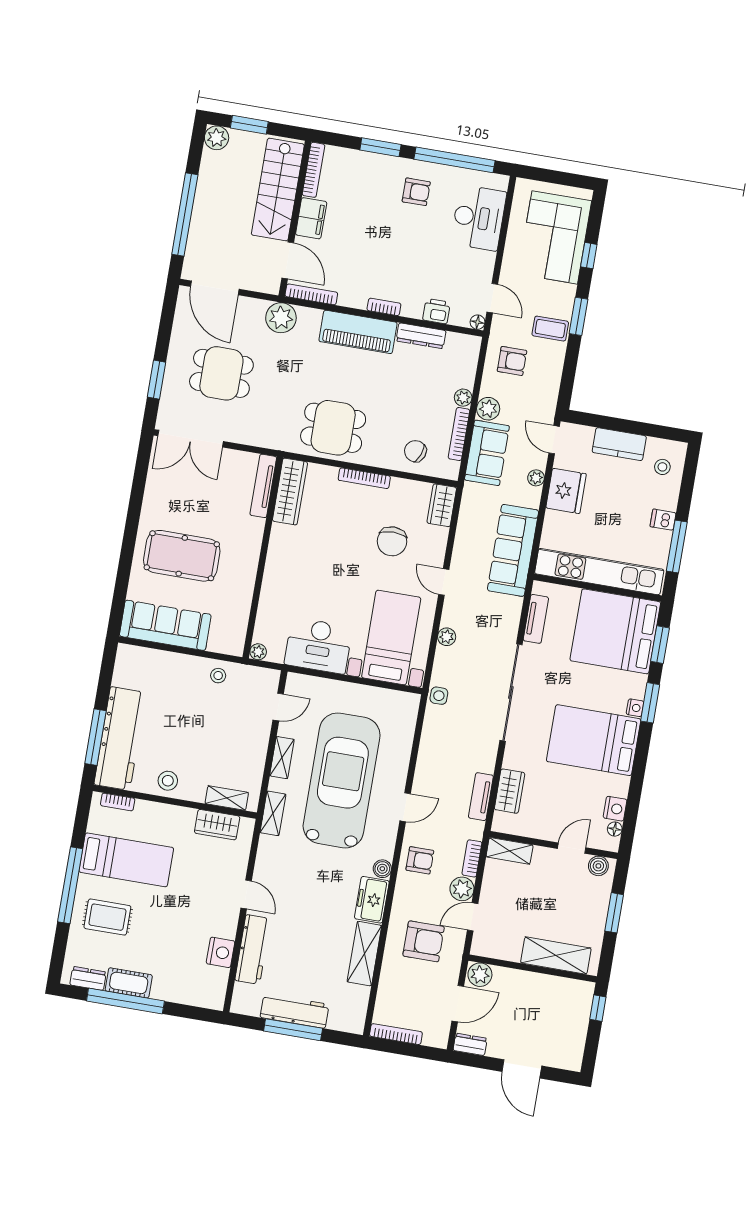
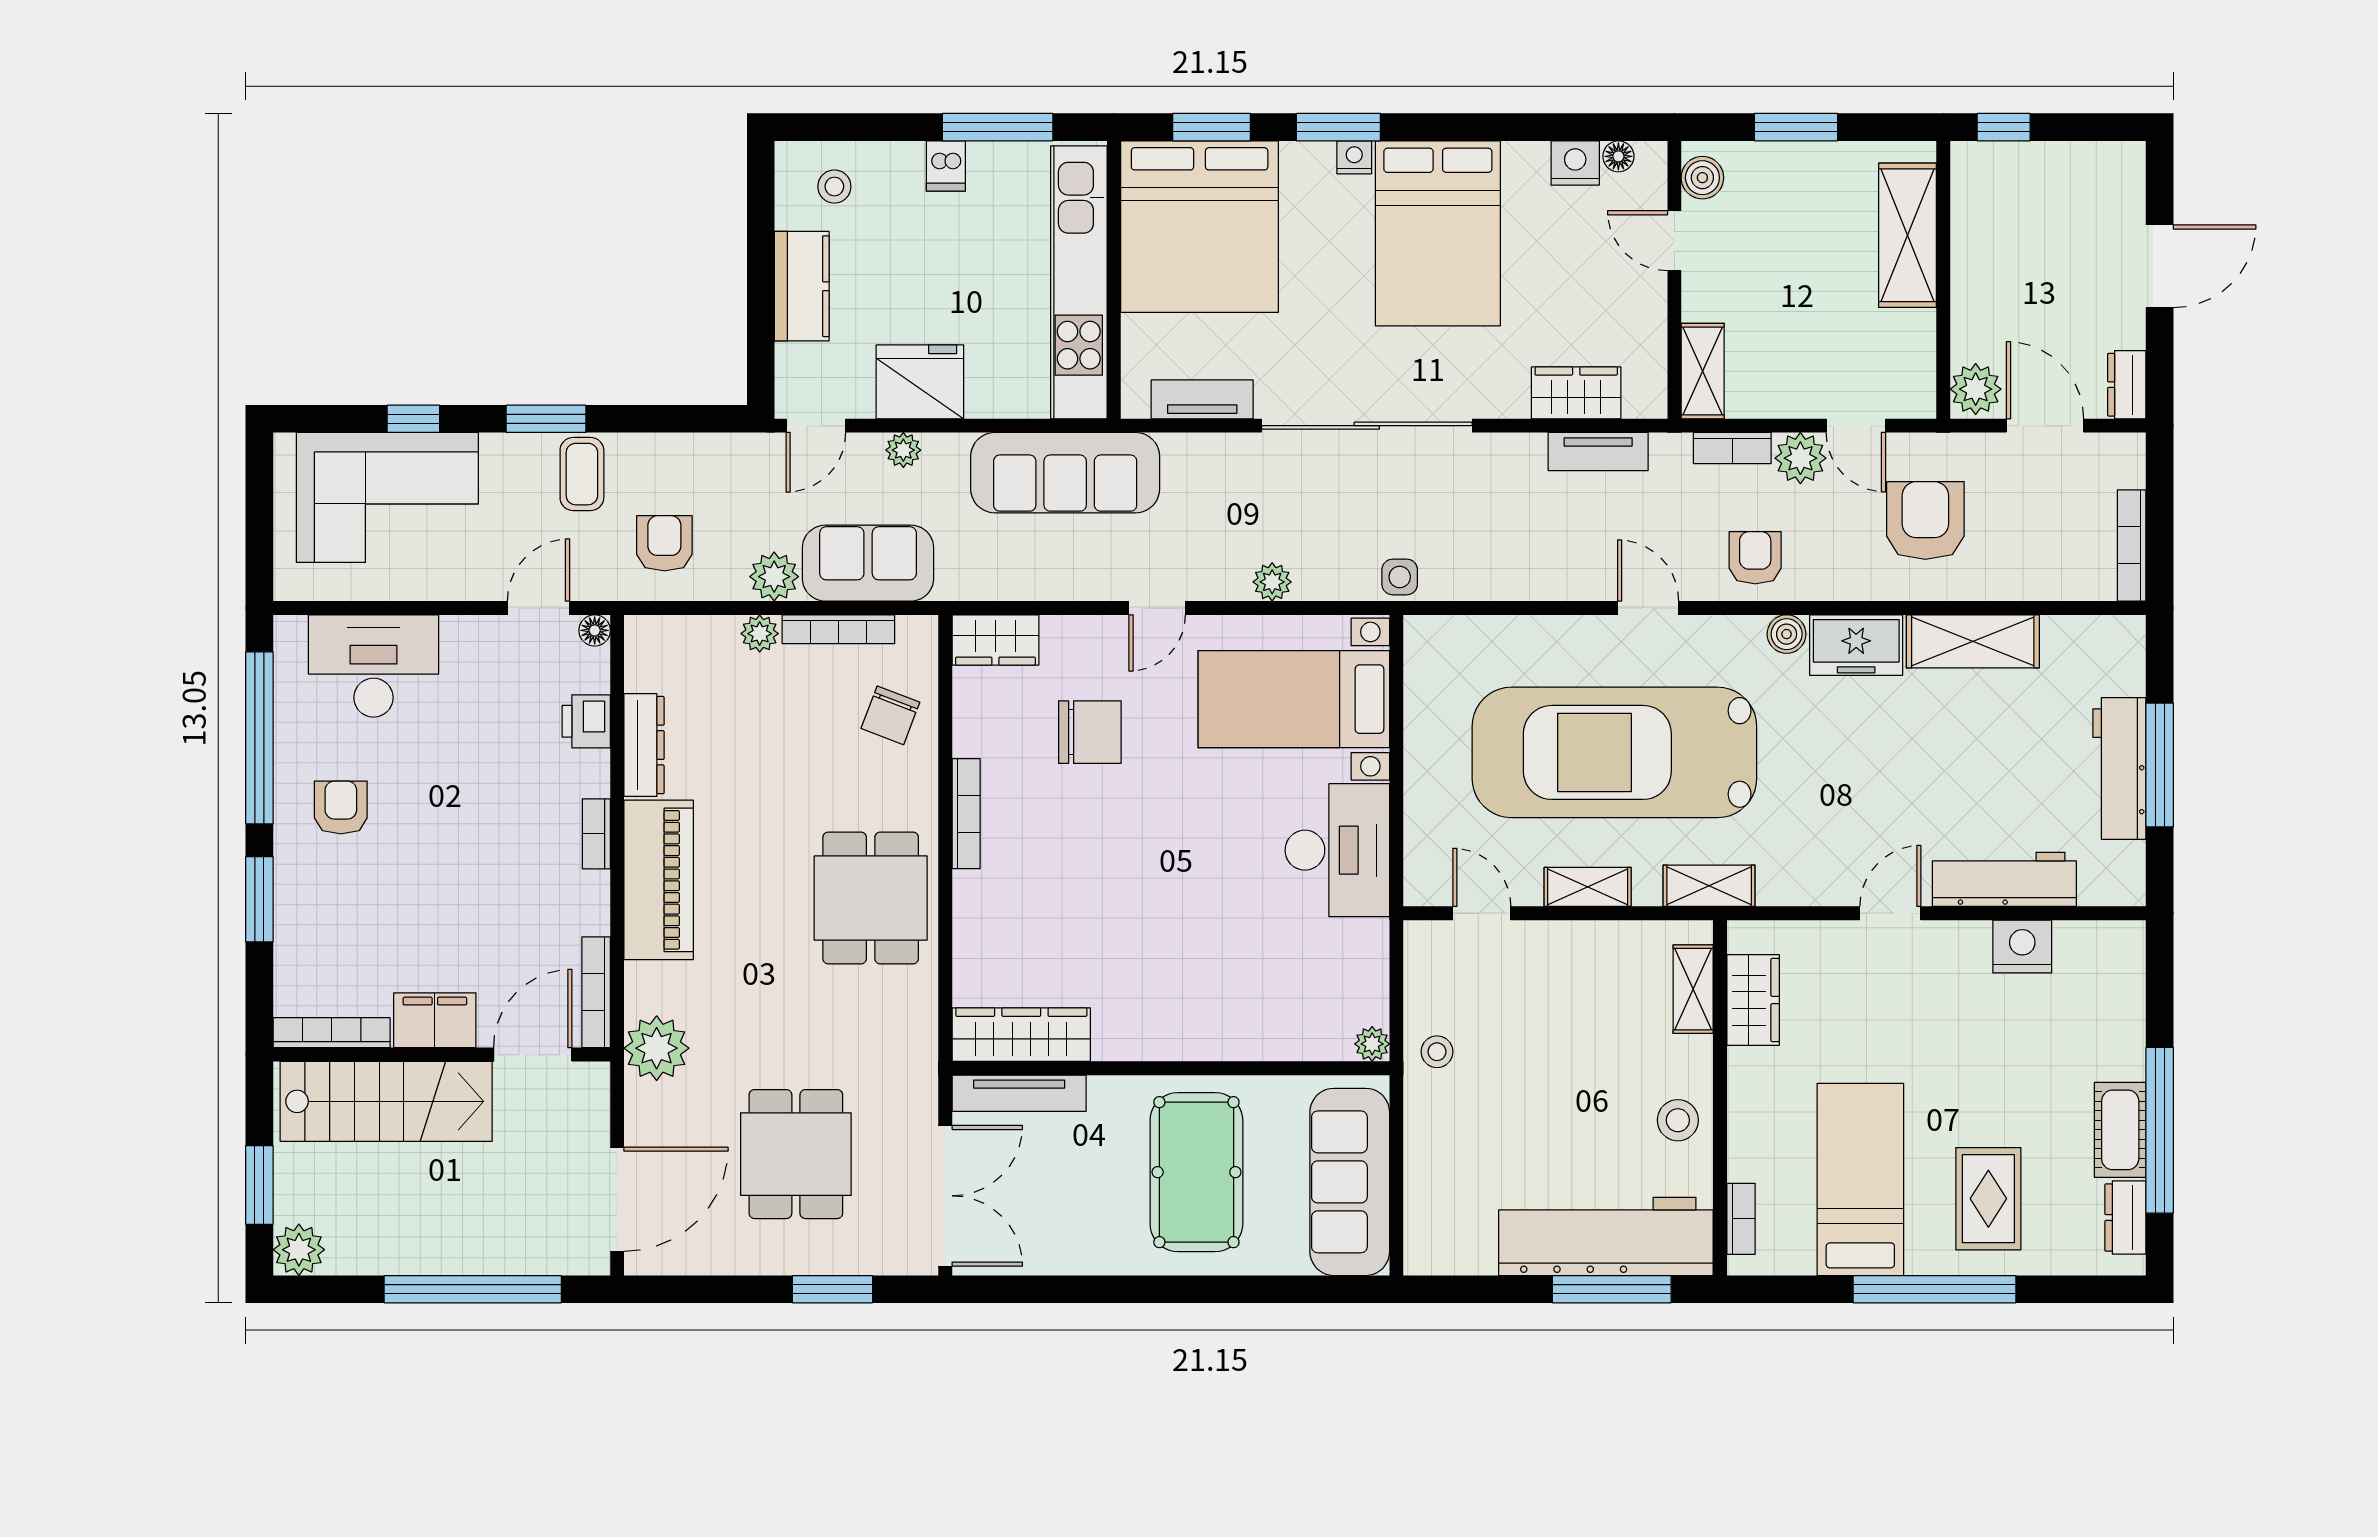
tv unit: (263, 486) -> (1019, 1093), moved
wardrobe: (290, 492) -> (1021, 1035), moved
wall: (263, 558) -> (1171, 1068), moved
plant: (258, 652) -> (1372, 1044), moved

